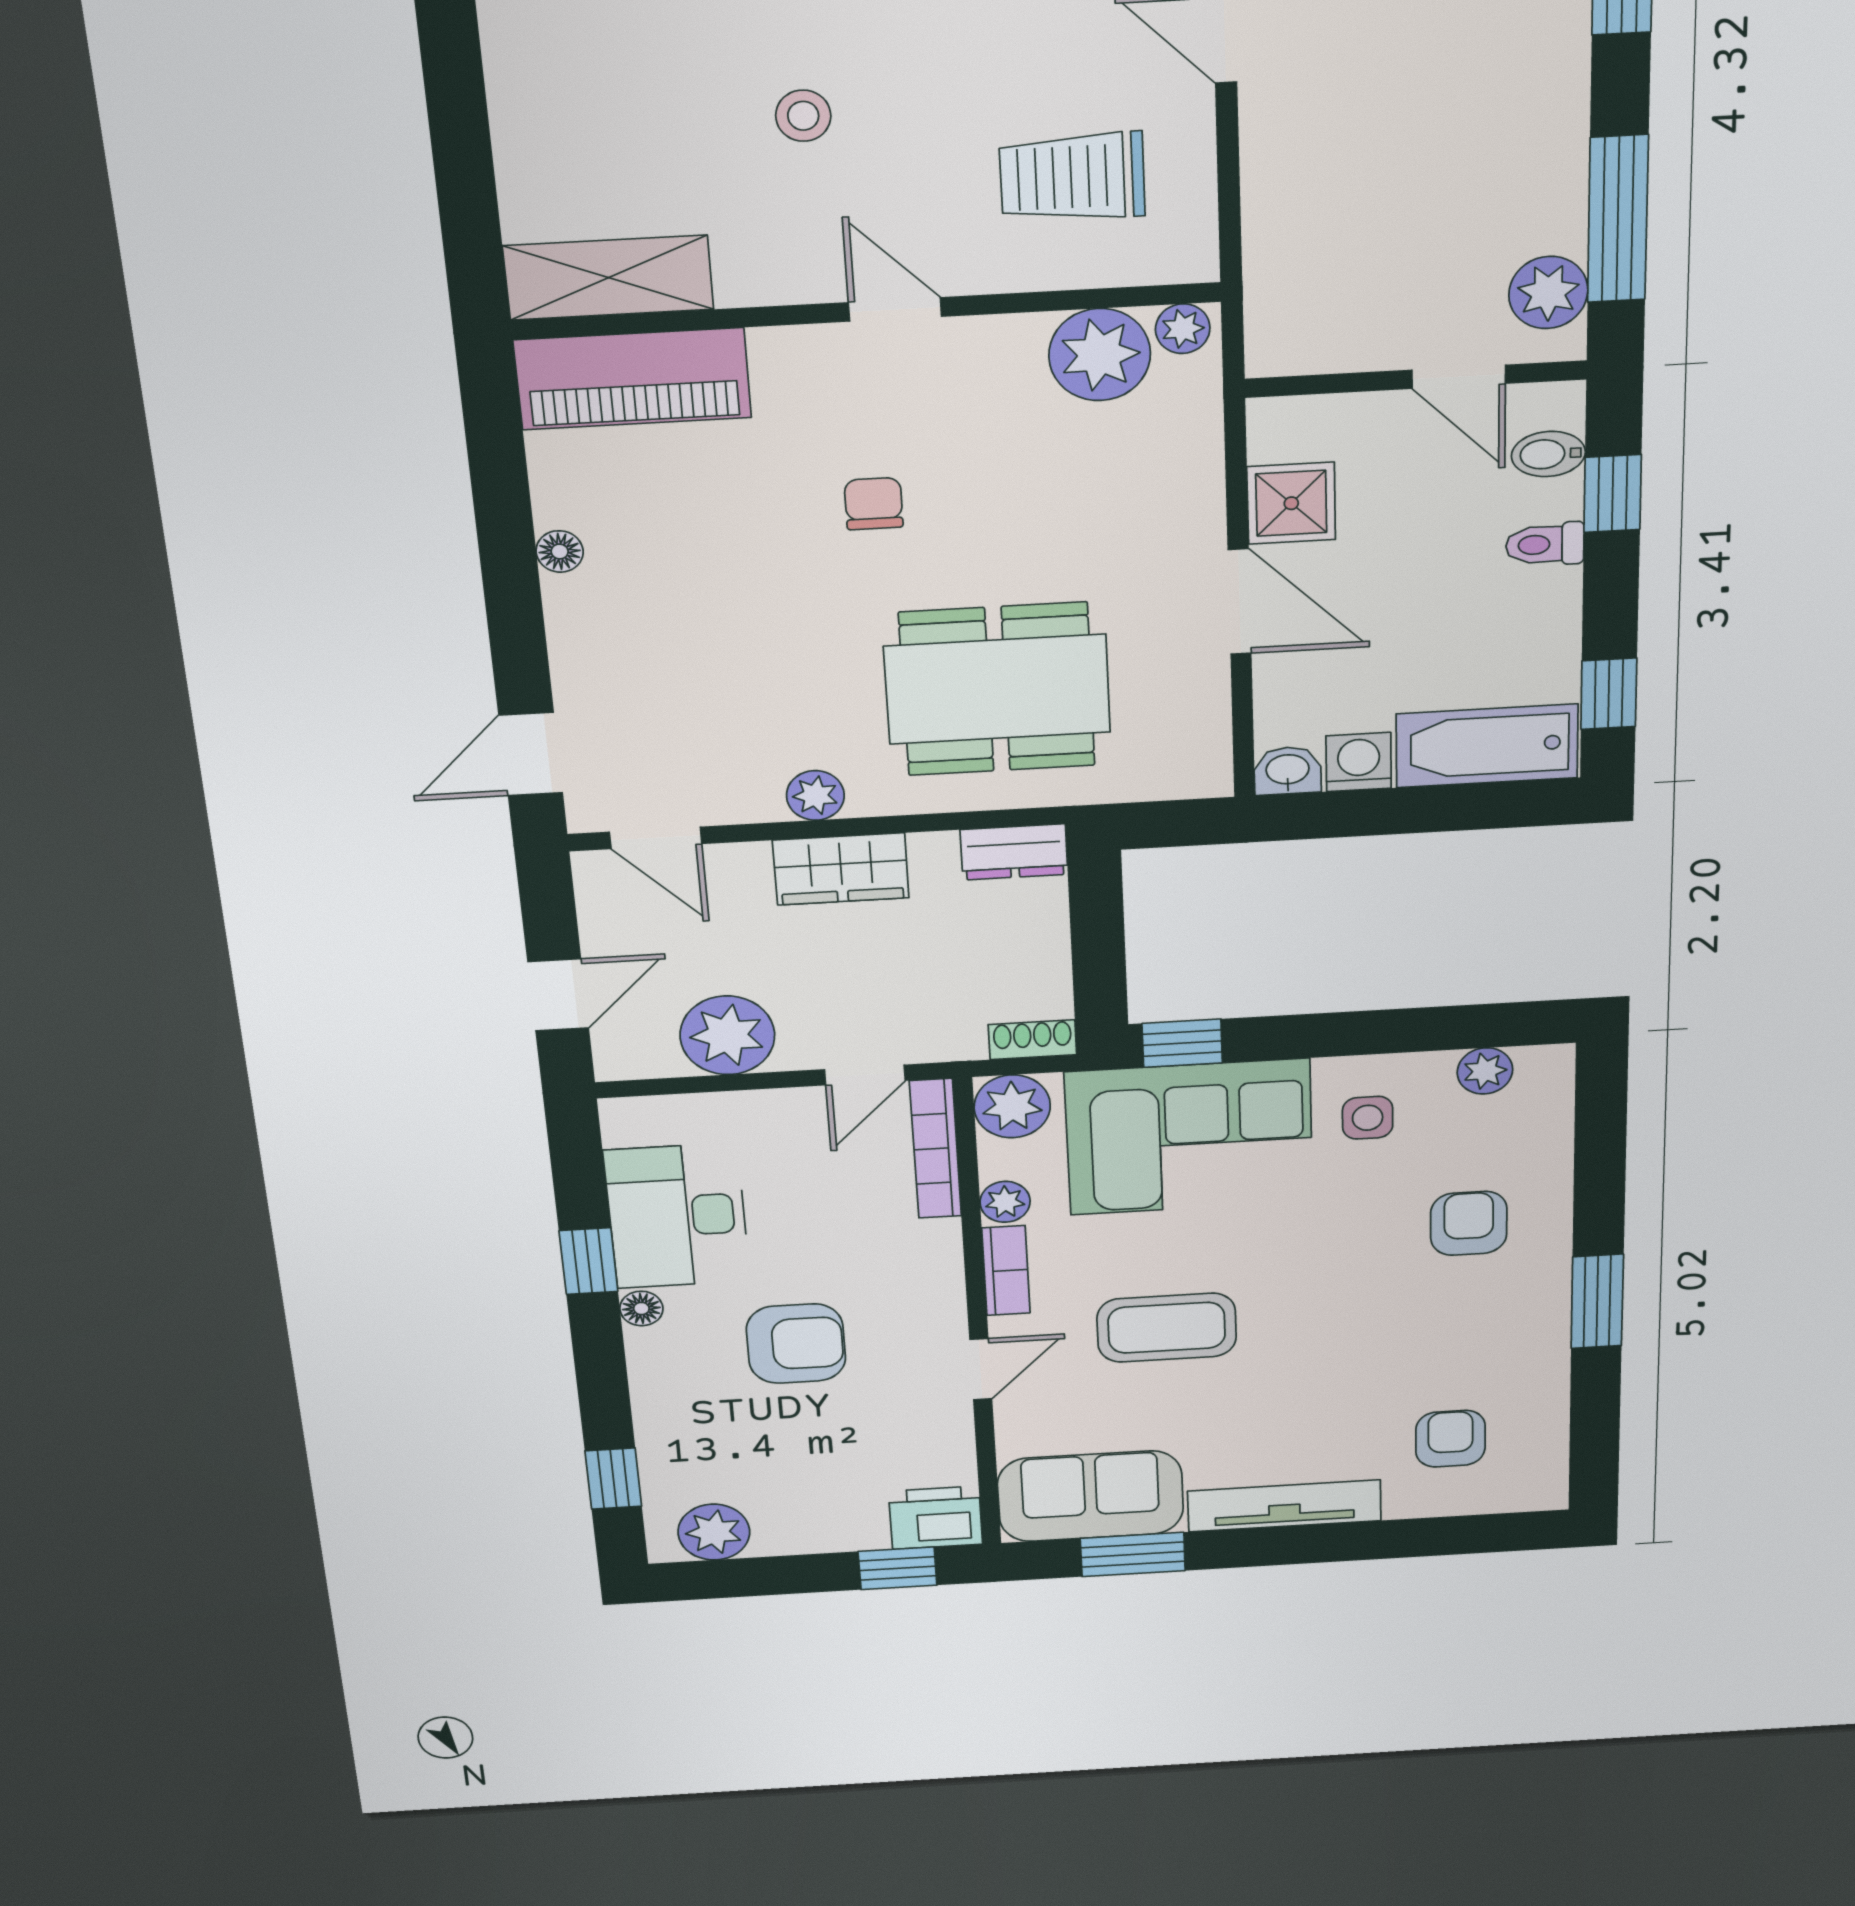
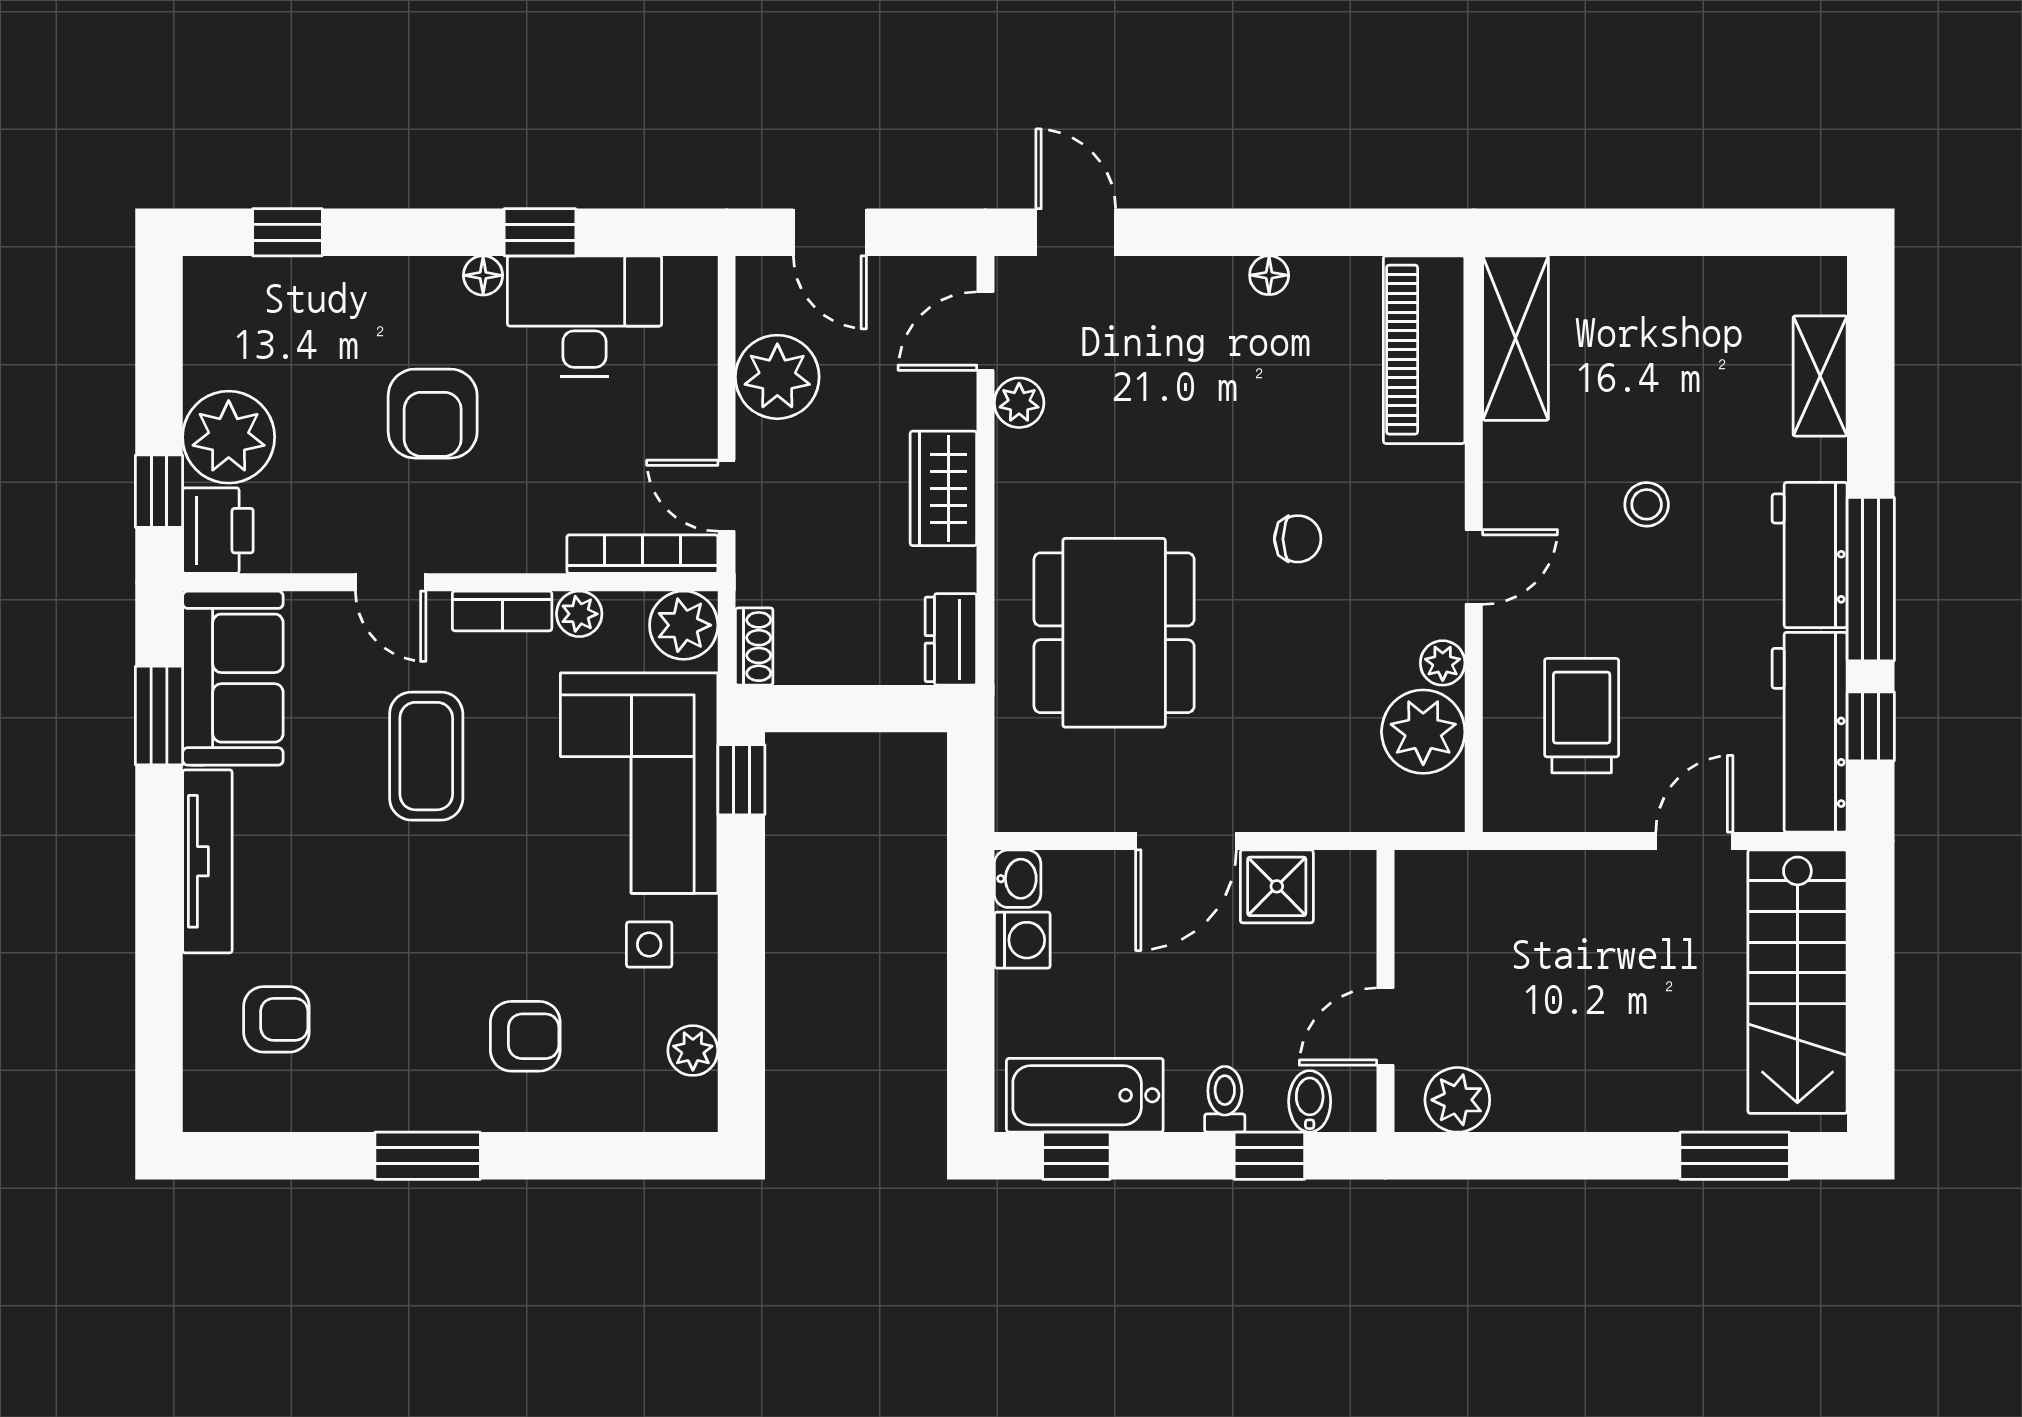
window: (1618, 219) -> (1520, 1156), removed
plant: (1183, 329) -> (1443, 663), moved
bathtub: (1487, 746) -> (1085, 1095), moved, turned -90
plant: (815, 795) -> (1019, 403), moved
plant: (714, 1532) -> (229, 437), moved, width x1.36, depth x1.36

